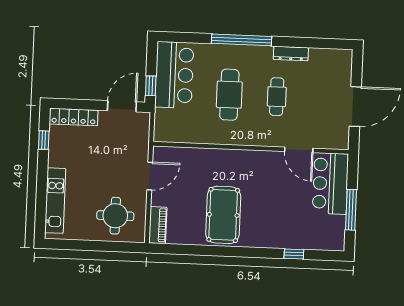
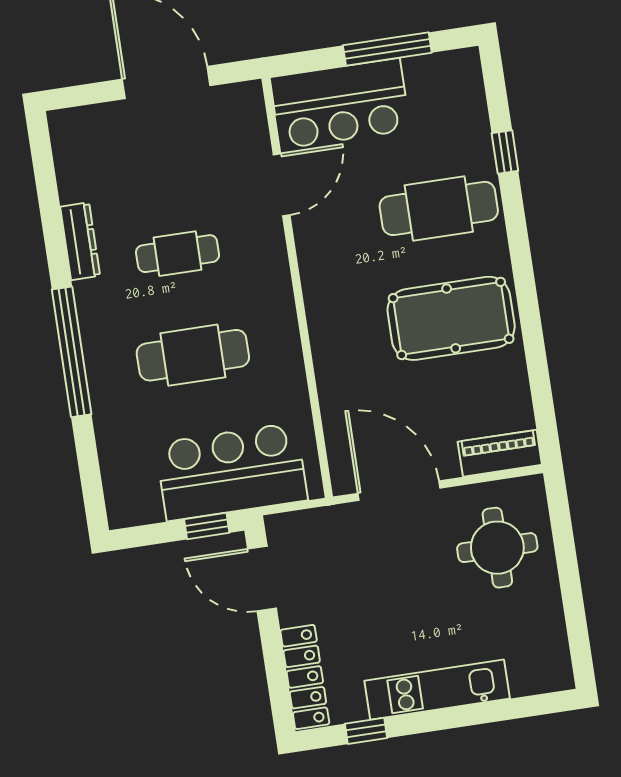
bar counter: (174, 75) -> (232, 472), moved
door: (150, 176) -> (399, 491), width x1.36
kitchen unit: (55, 201) -> (437, 690), moved
cafe table: (274, 219) -> (439, 208), added

